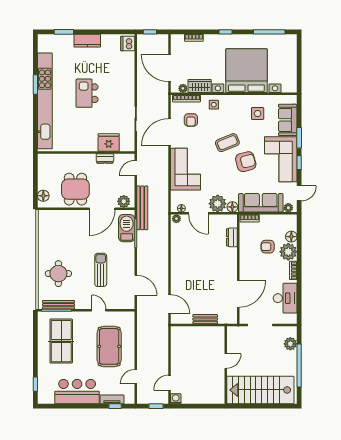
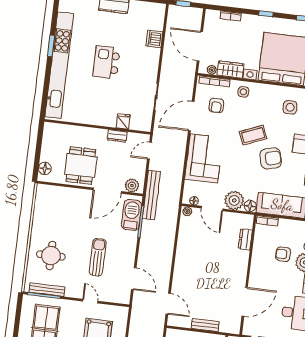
dishwasher: (128, 44) -> (154, 39), moved
fridge: (109, 142) -> (123, 121), width x0.53, depth x0.75

